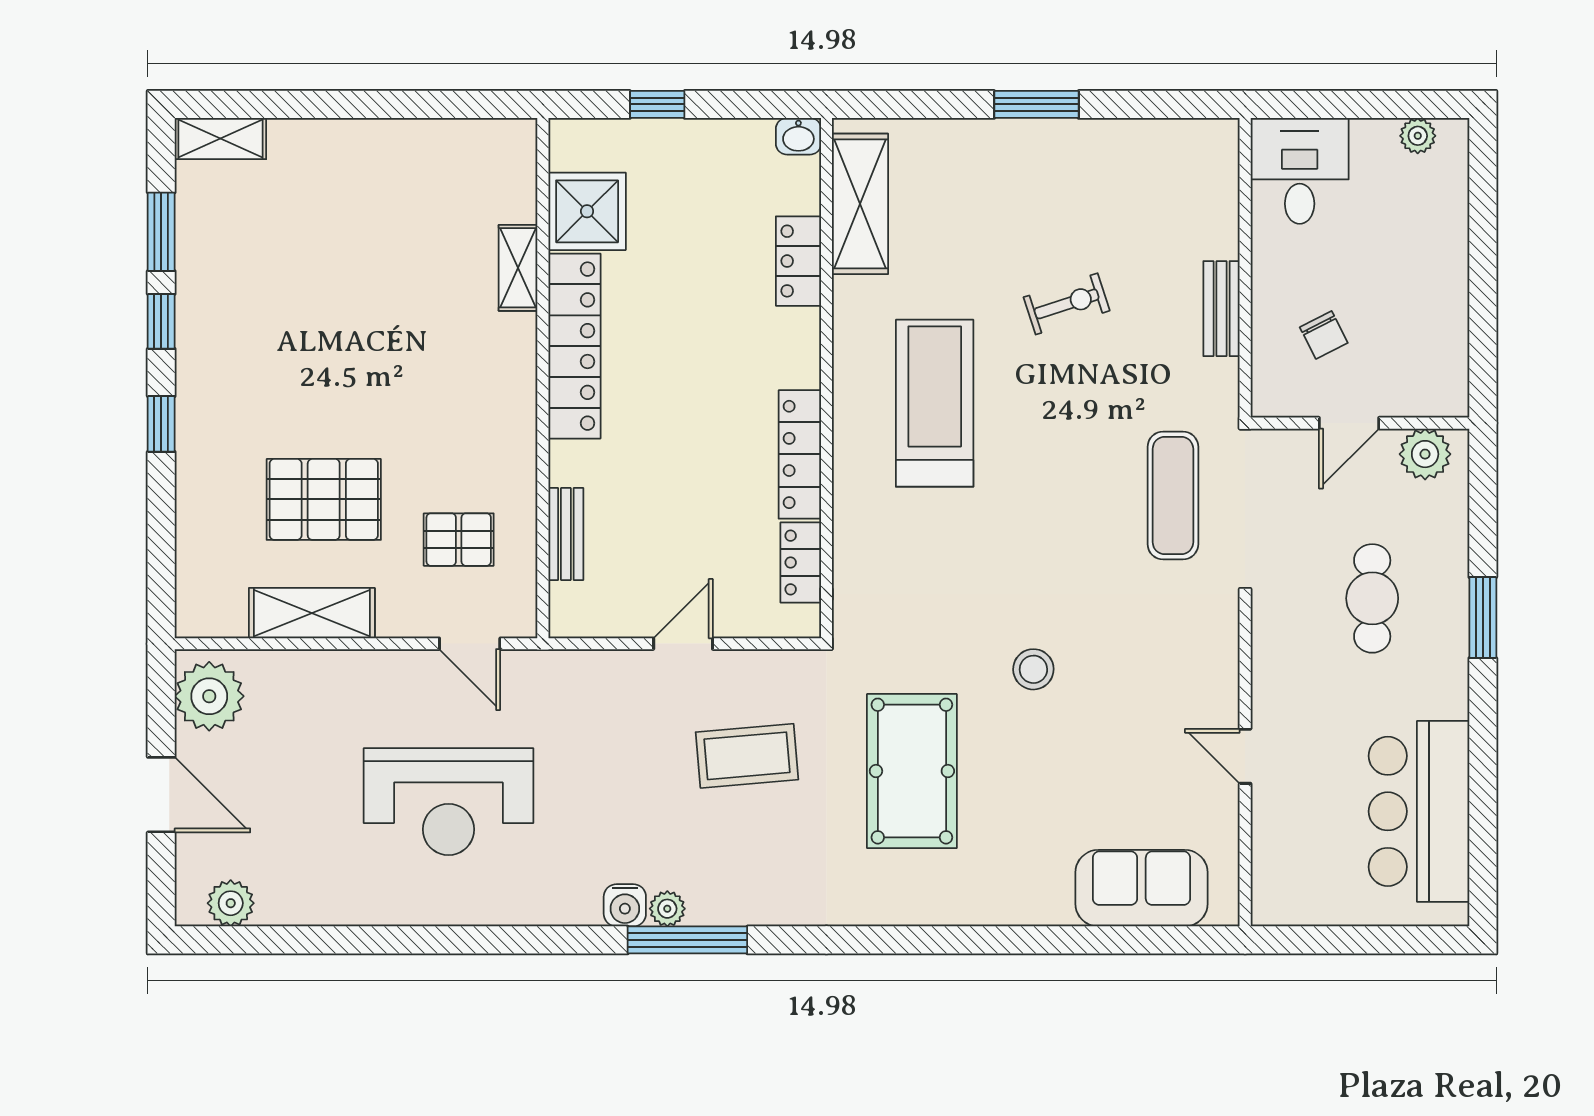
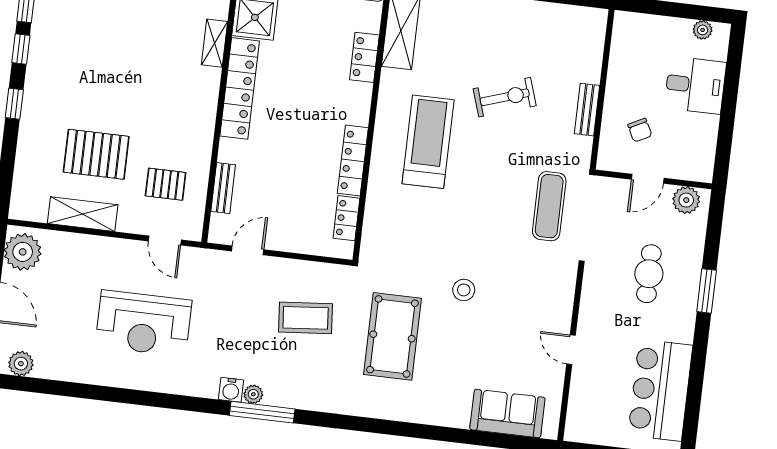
desk: (1300, 171) -> (695, 85), moved, turned 90
exercise bike: (1067, 304) -> (505, 97), width x1.38, depth x1.39
door: (683, 644) -> (248, 250), moved

